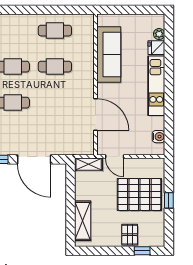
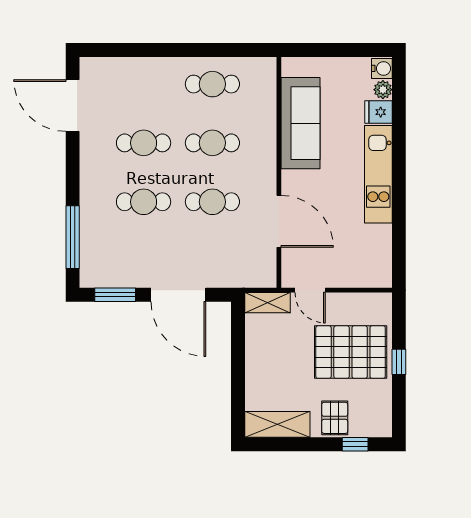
cafe table: (55, 103) -> (212, 202), added
water cooler: (158, 137) -> (382, 68), moved
shelving: (83, 221) -> (277, 424), moved, turned 90

